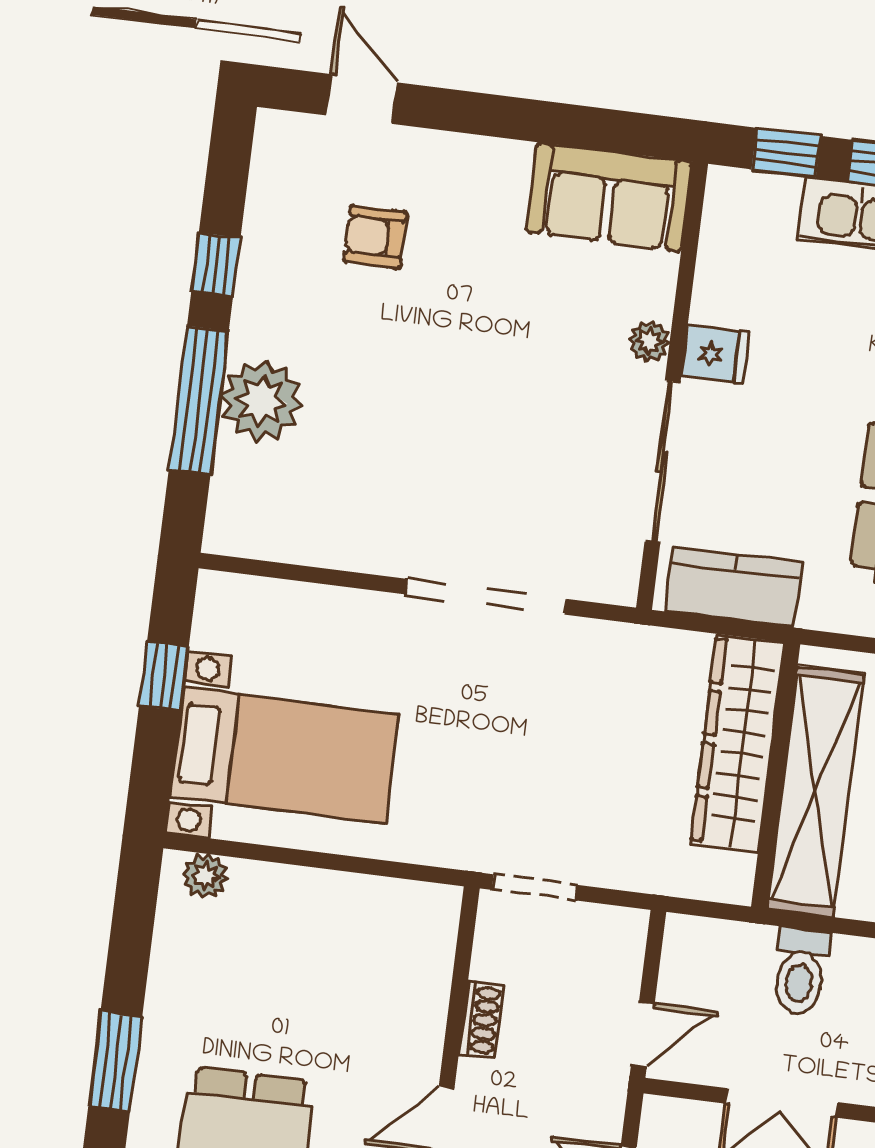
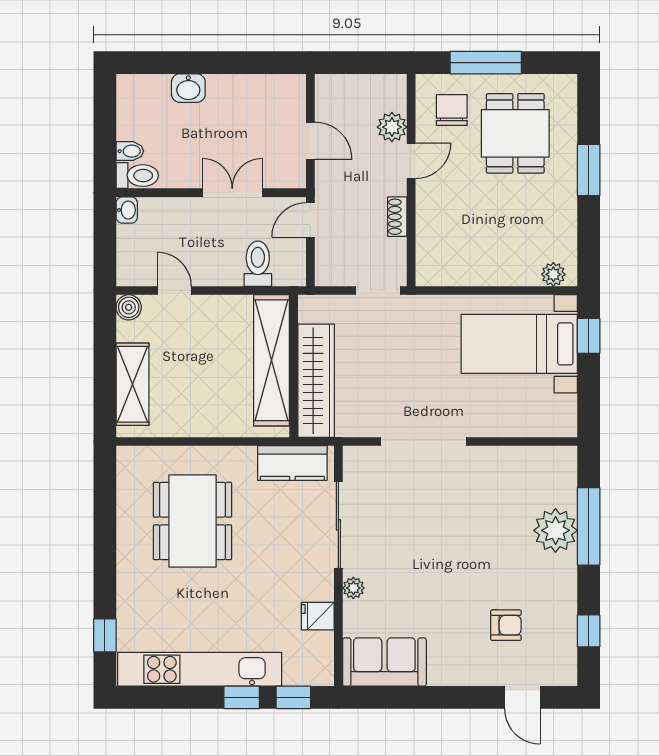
window: (216, 265) -> (589, 631), moved
fridge: (715, 354) -> (318, 616), moved
window: (164, 676) -> (589, 336), moved
wardrobe: (737, 743) -> (316, 381), moved
wall: (776, 776) -> (294, 366), moved
shelving: (815, 791) -> (272, 360), moved
toilet: (800, 971) -> (258, 264), moved

